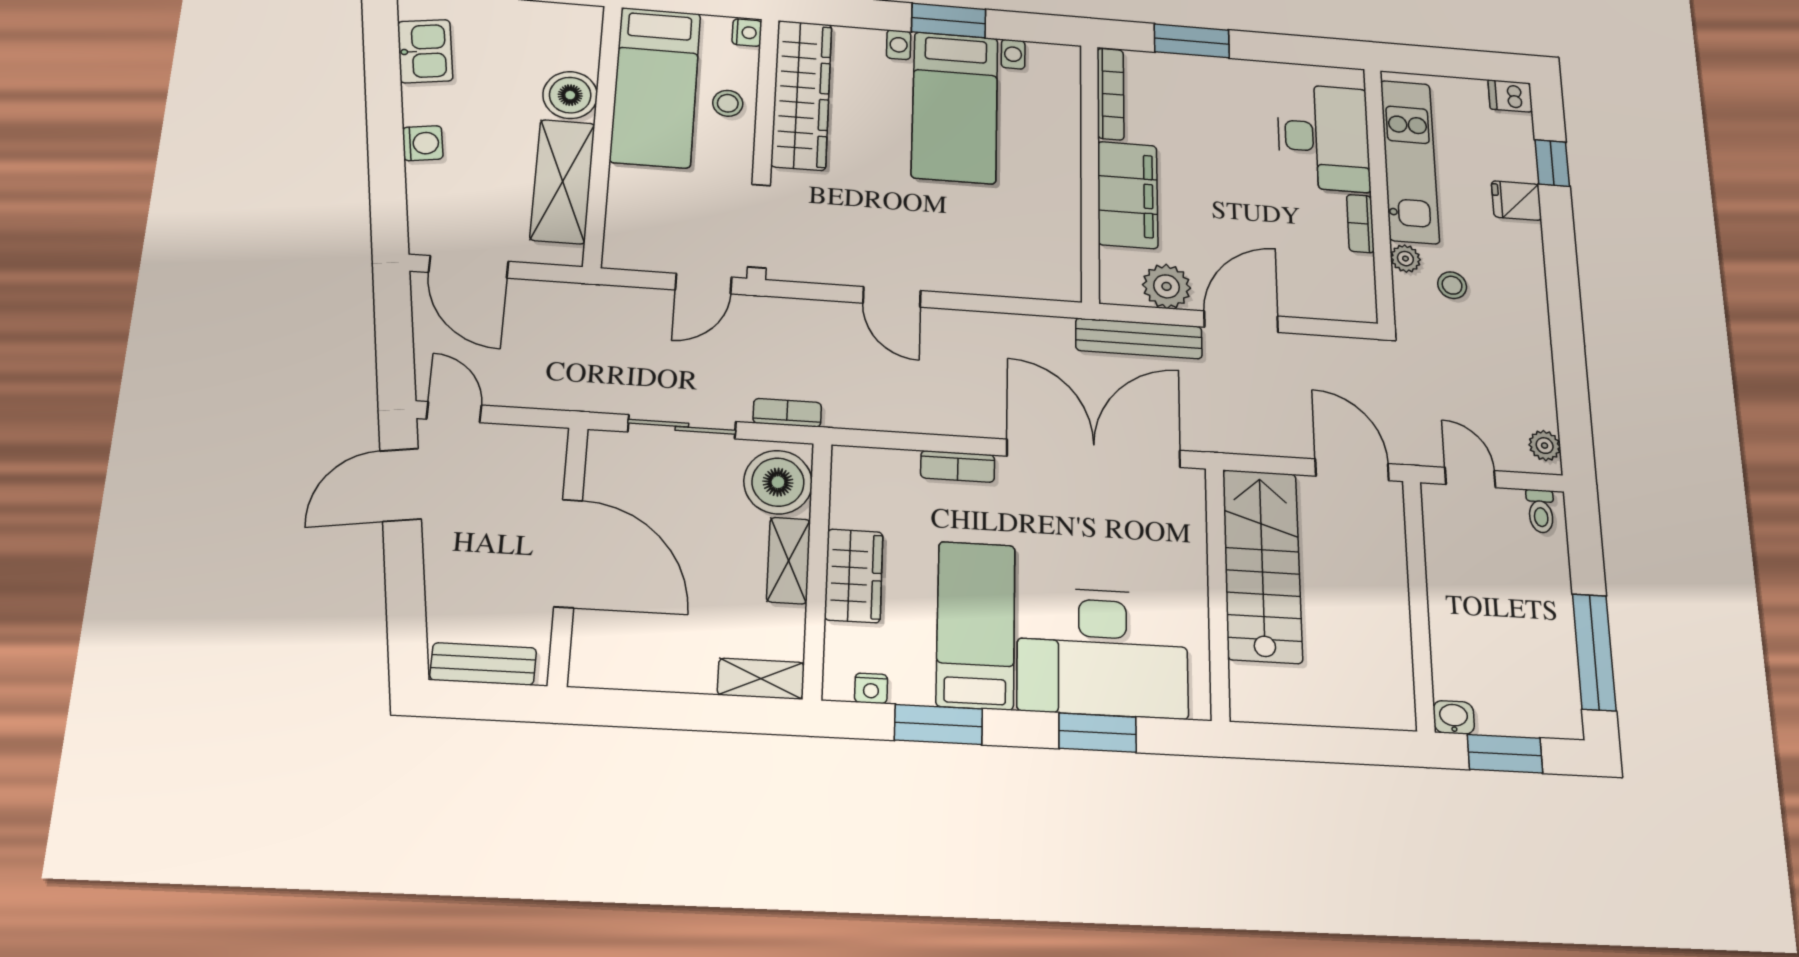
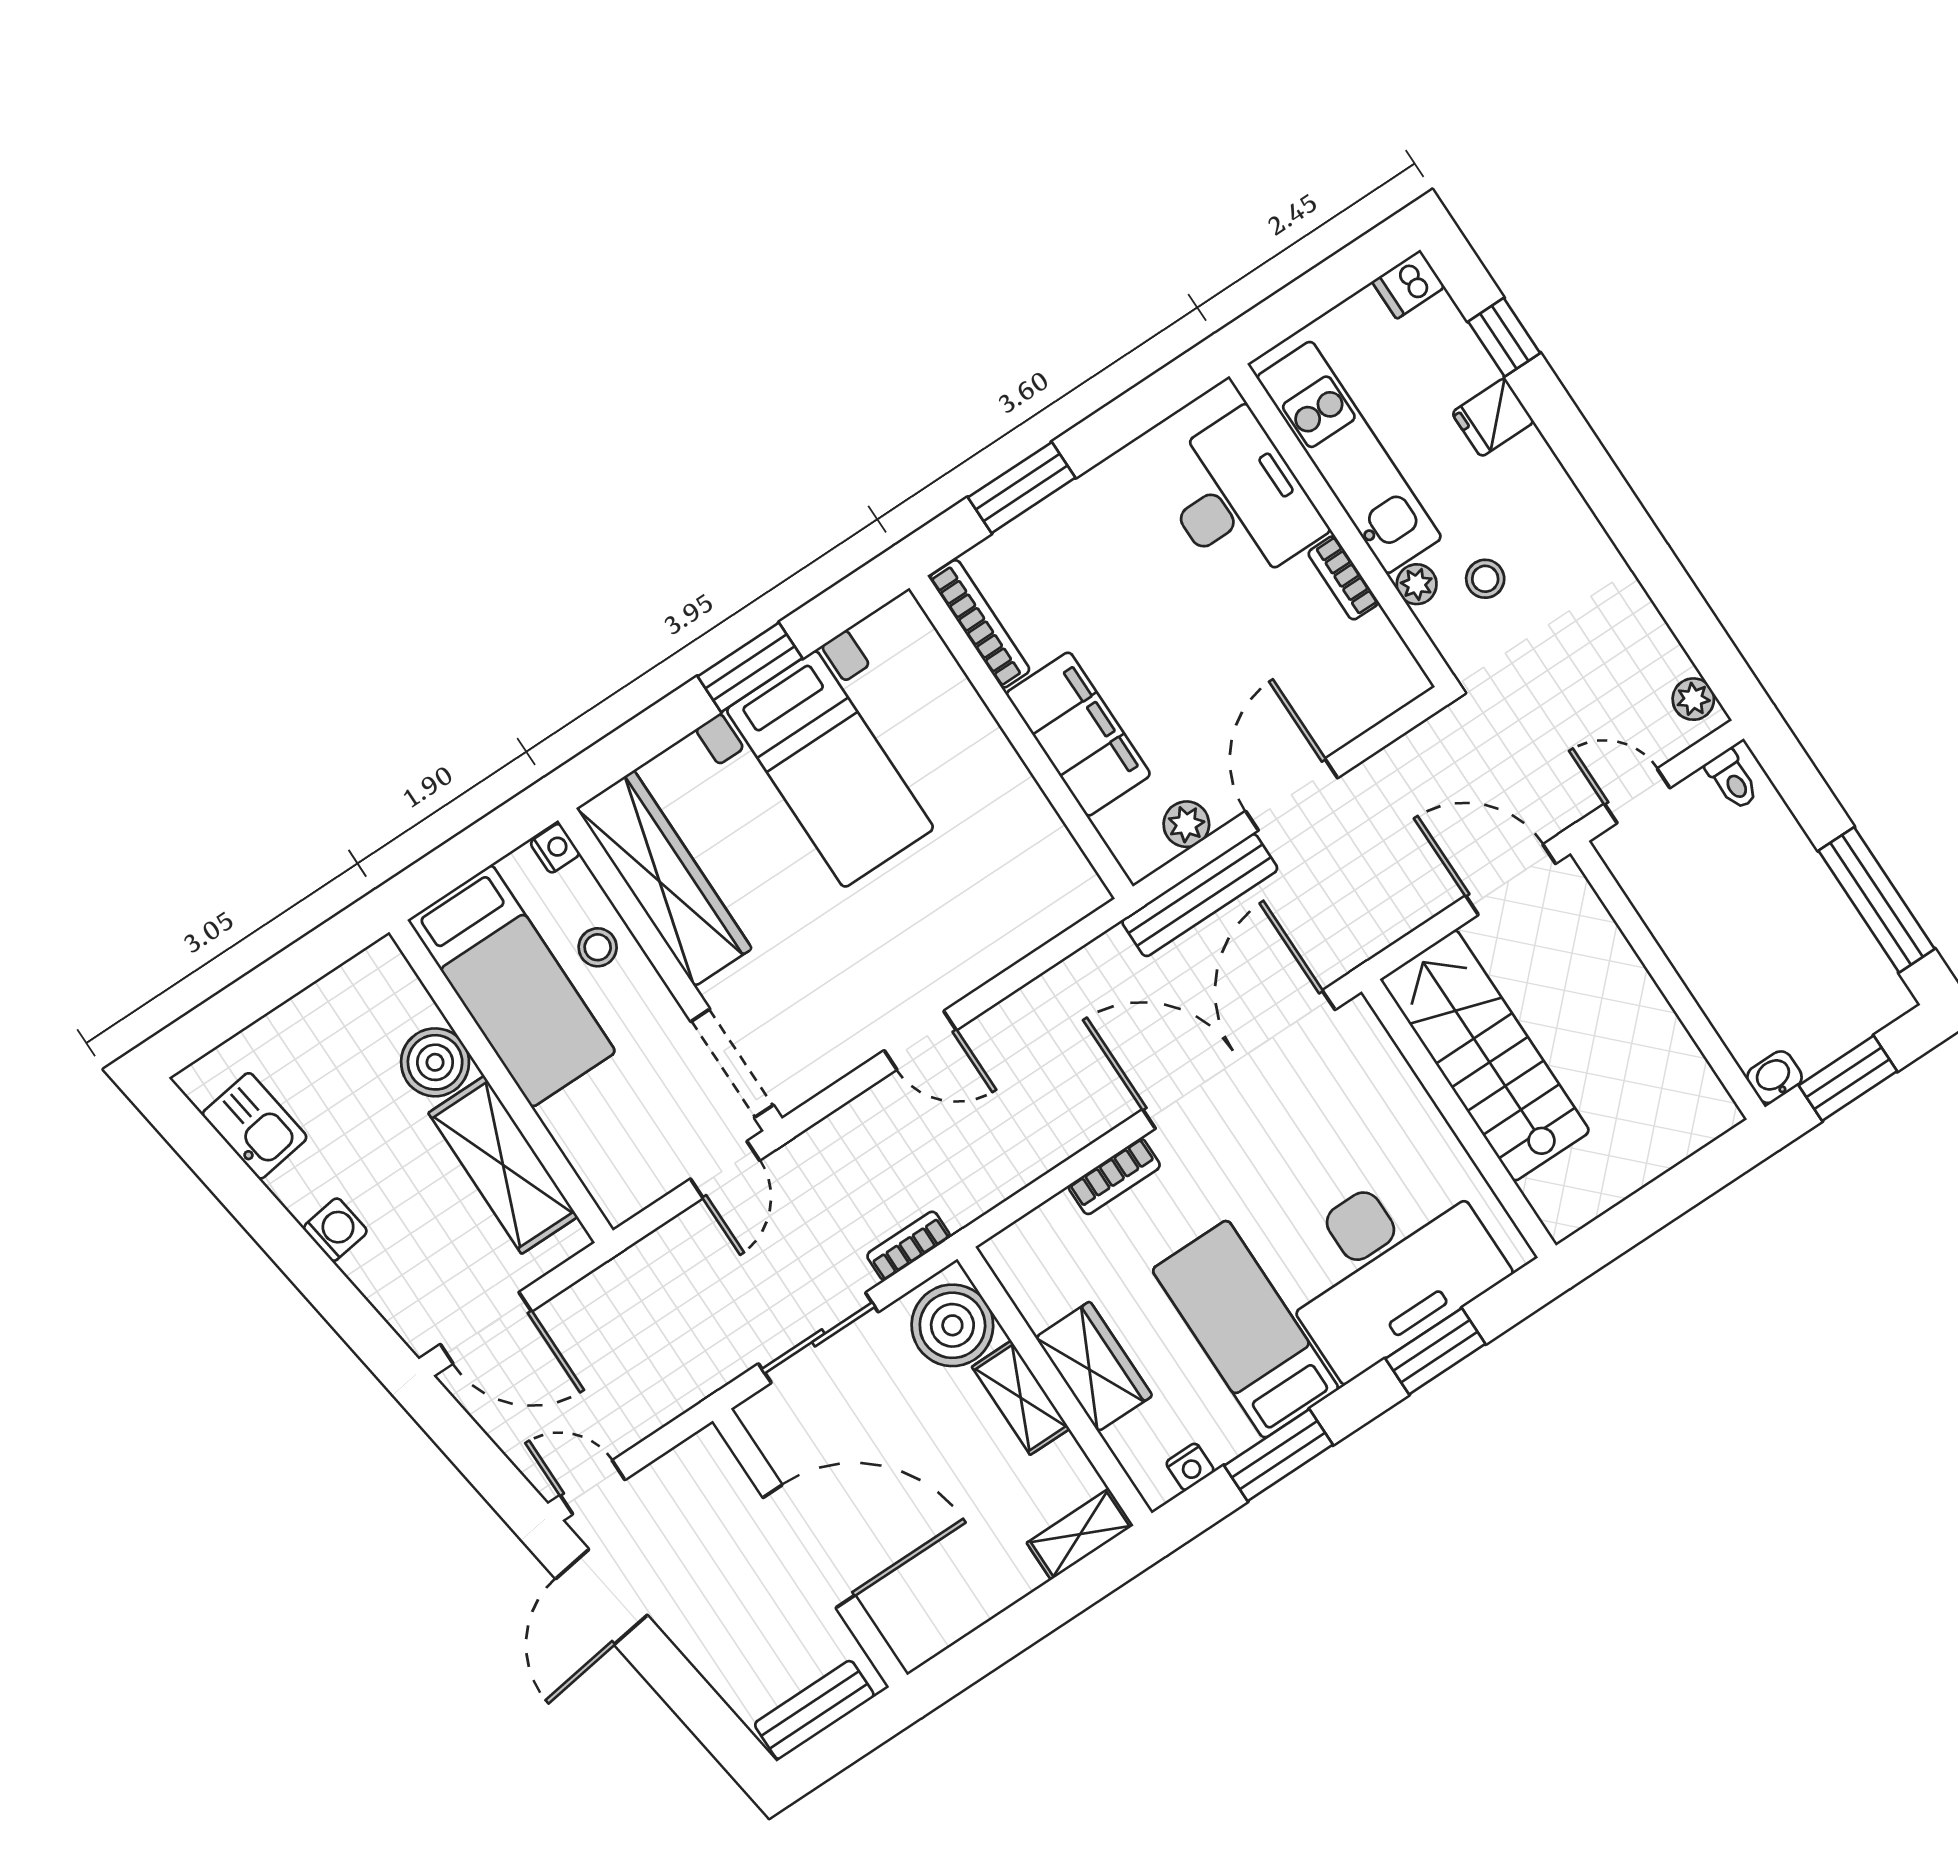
plant: (1167, 286) -> (1186, 824), width x0.73, depth x0.73

